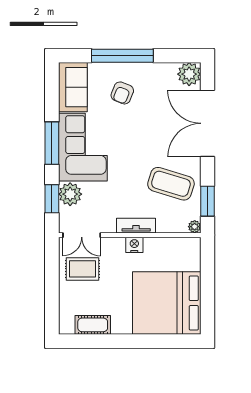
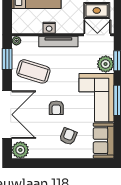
window: (122, 56) -> (68, 163), removed
armchair: (139, 133) -> (56, 108), added
tv unit: (136, 226) -> (58, 41), width x1.41
nightstand: (134, 245) -> (49, 28), moved

